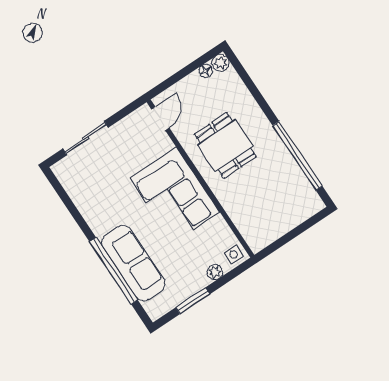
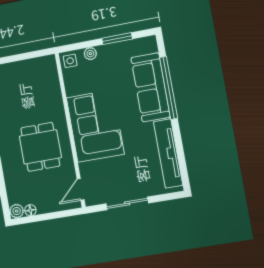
sliding door: (86, 138) -> (127, 203), moved
tv unit: (83, 200) -> (168, 153), added

